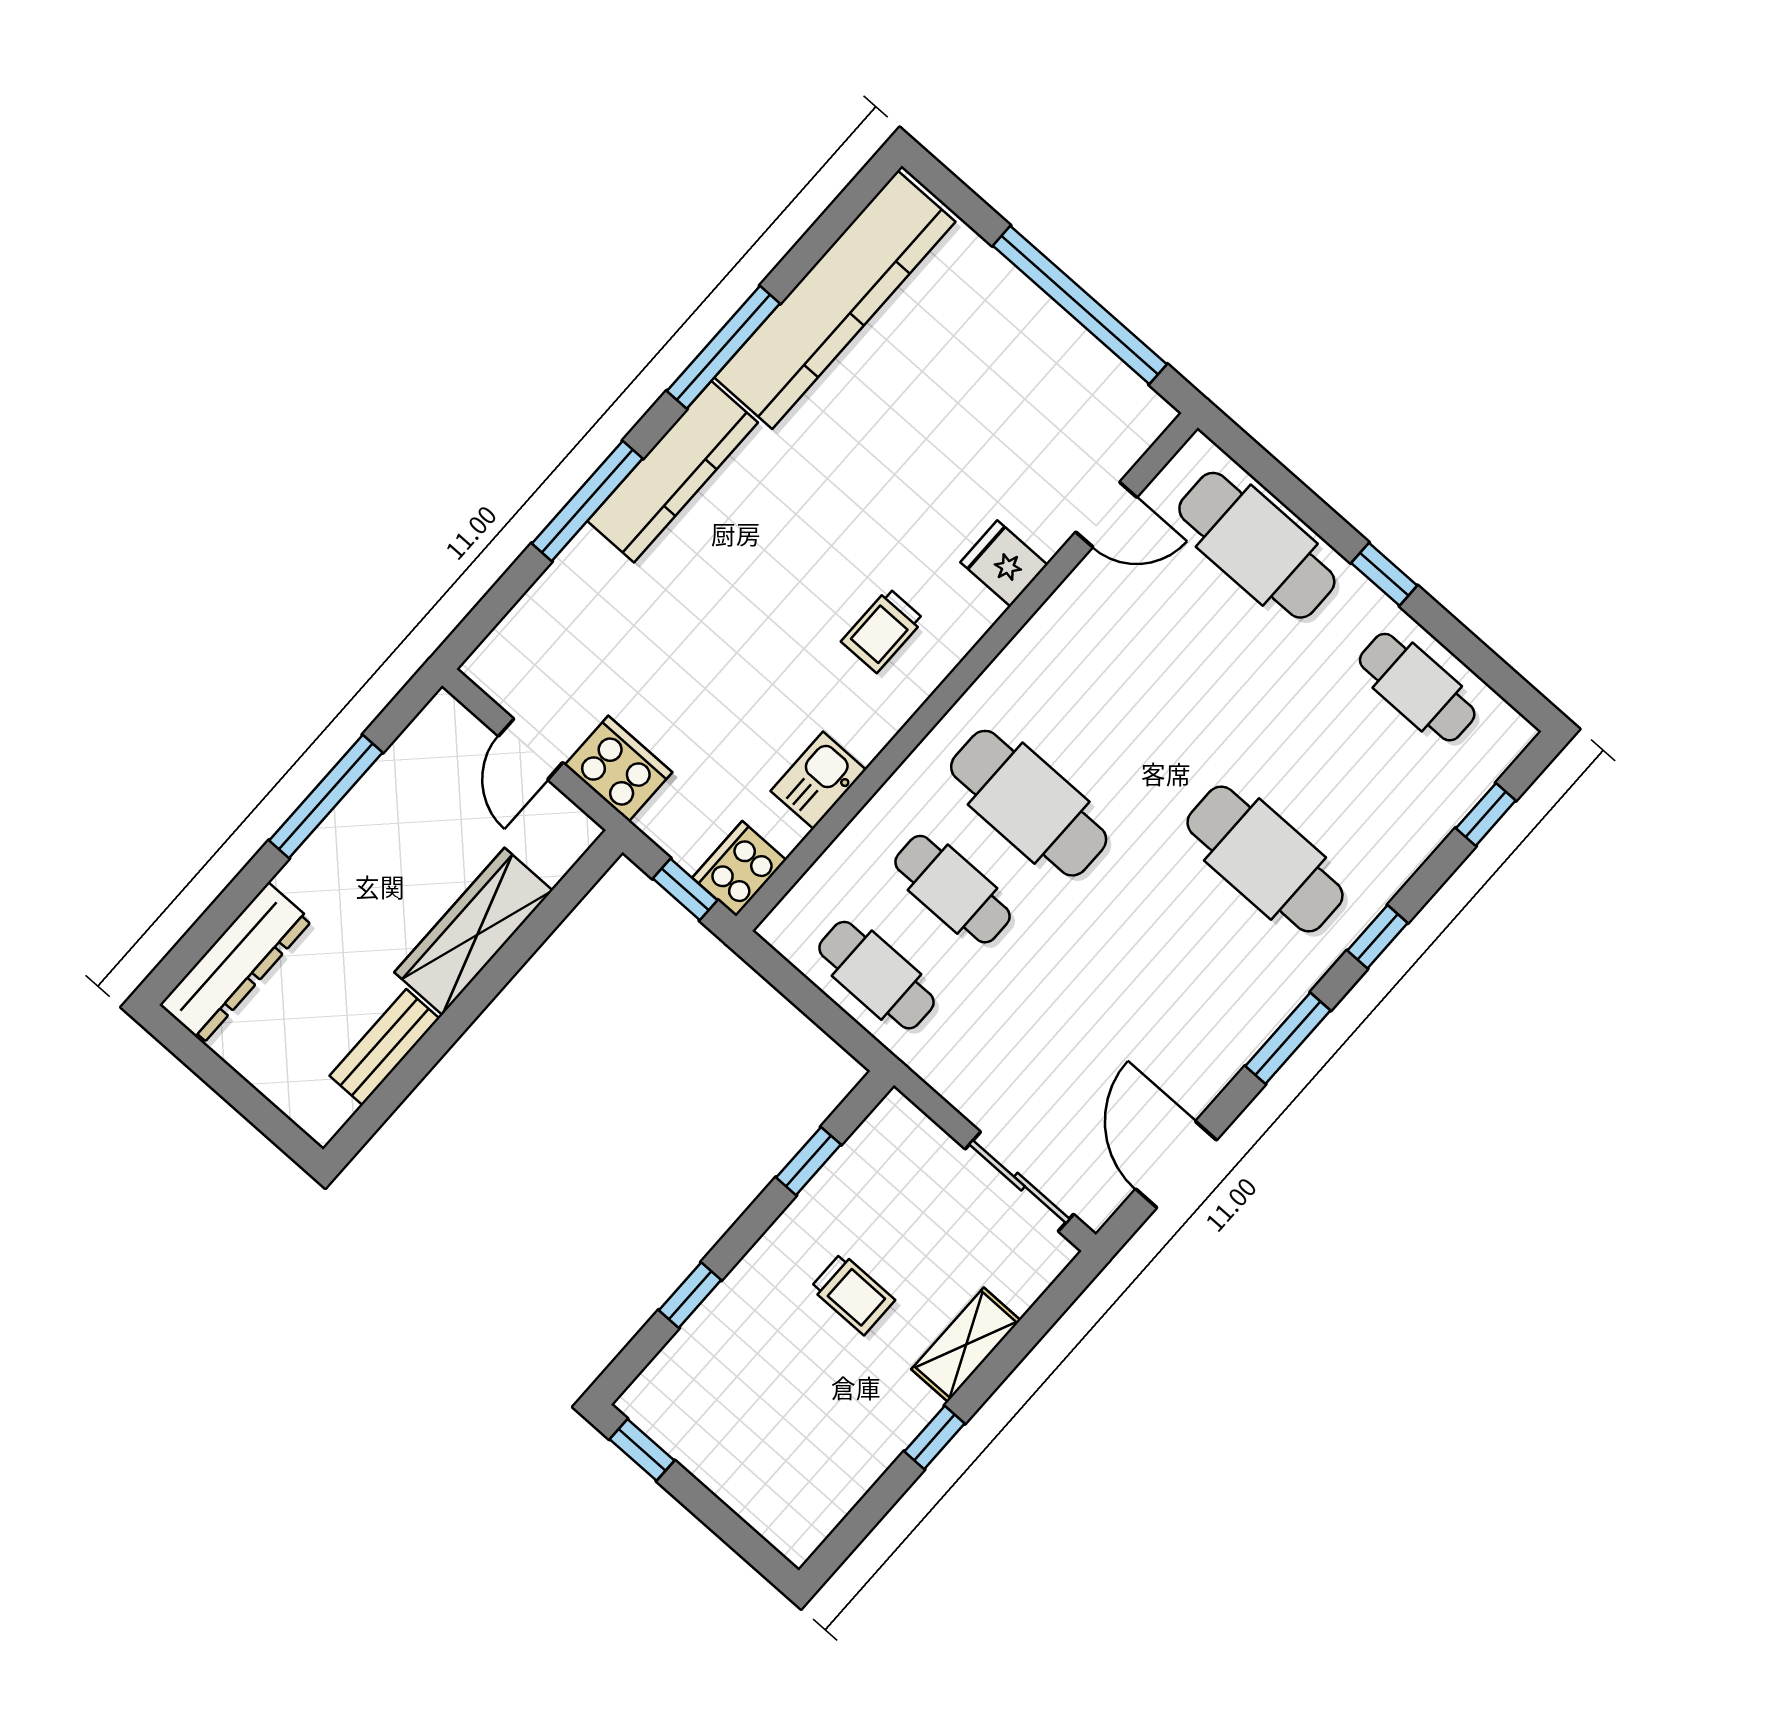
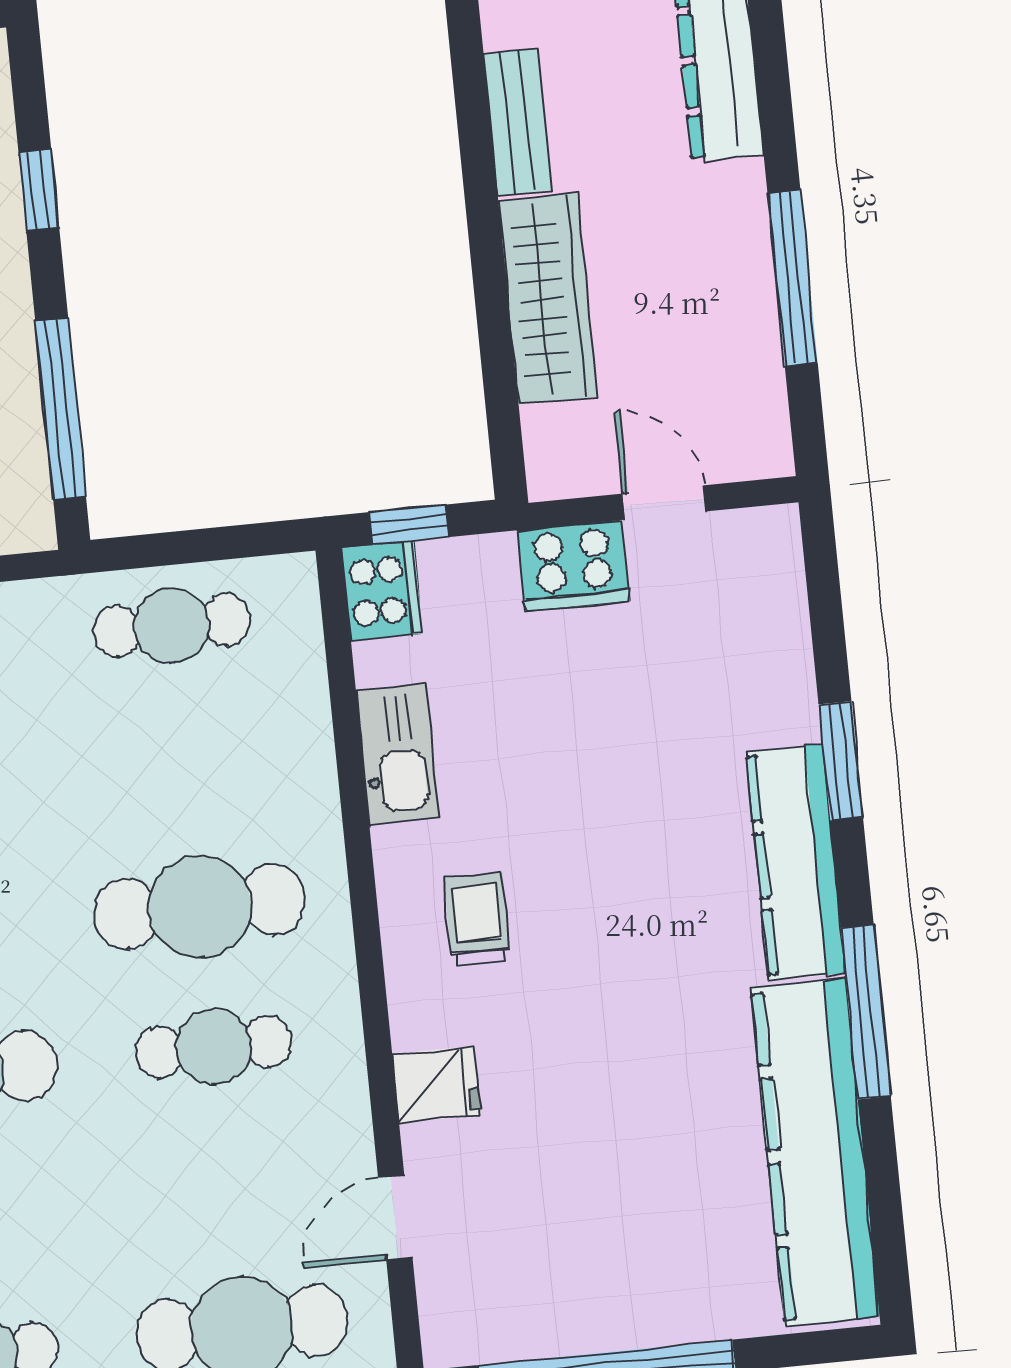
window: (587, 501) -> (841, 761), width x0.69
kitchen sink: (818, 780) -> (398, 754), width x1.38
cafe table: (953, 889) -> (214, 1047), moved
window: (809, 1161) -> (61, 409), width x2.17

